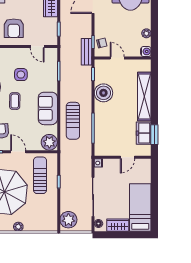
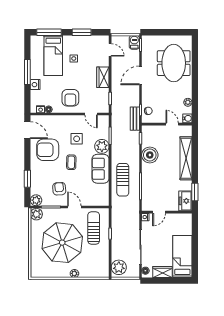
door: (117, 58) -> (172, 124), moved
freezer: (144, 133) -> (185, 201), moved
plant: (49, 142) -> (102, 146), moved
door: (127, 157) -> (159, 212), moved

